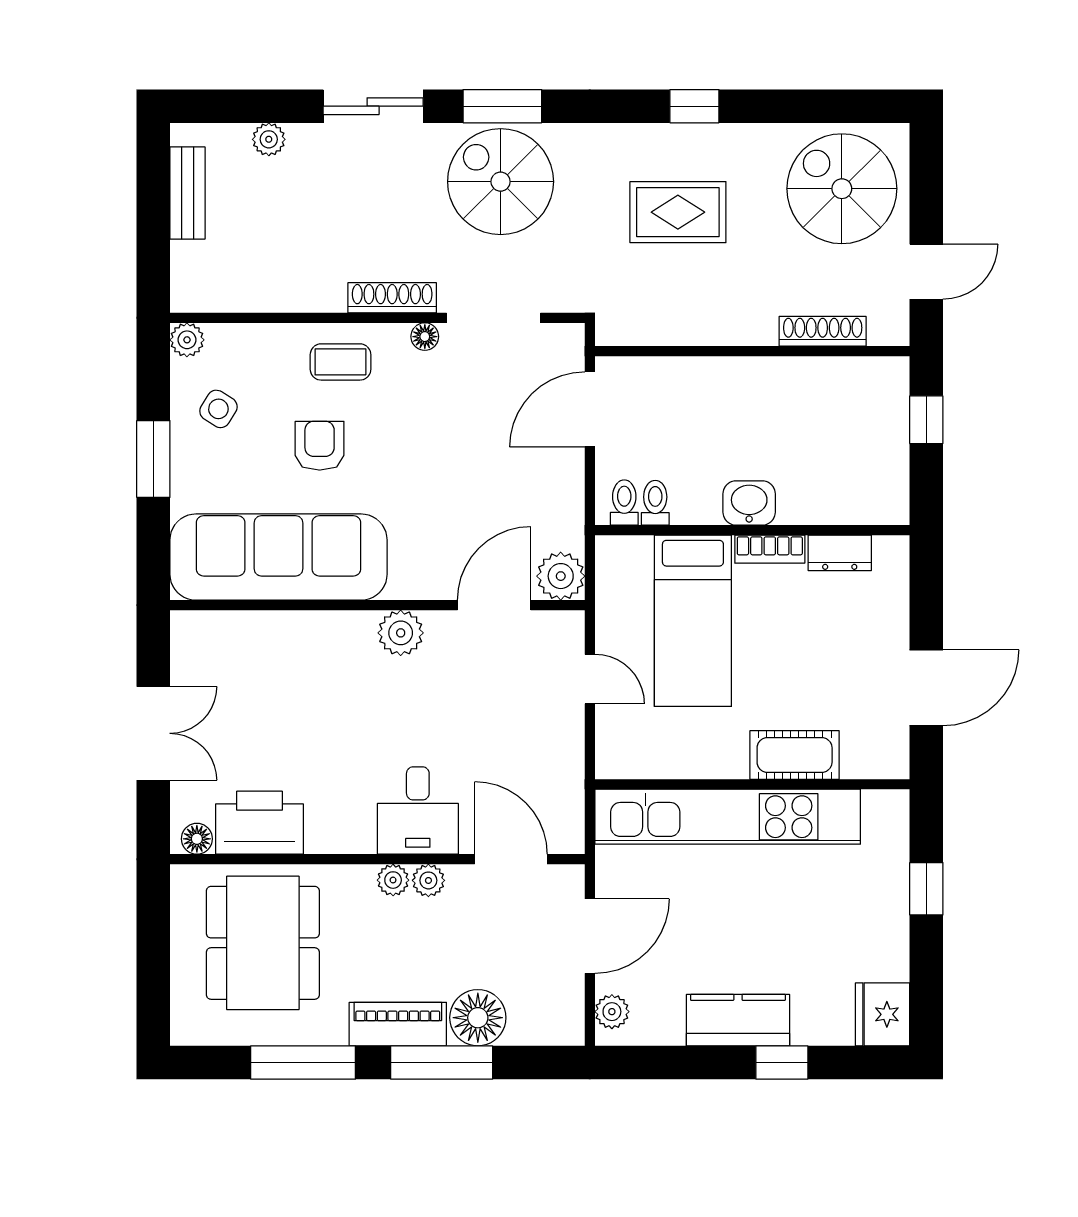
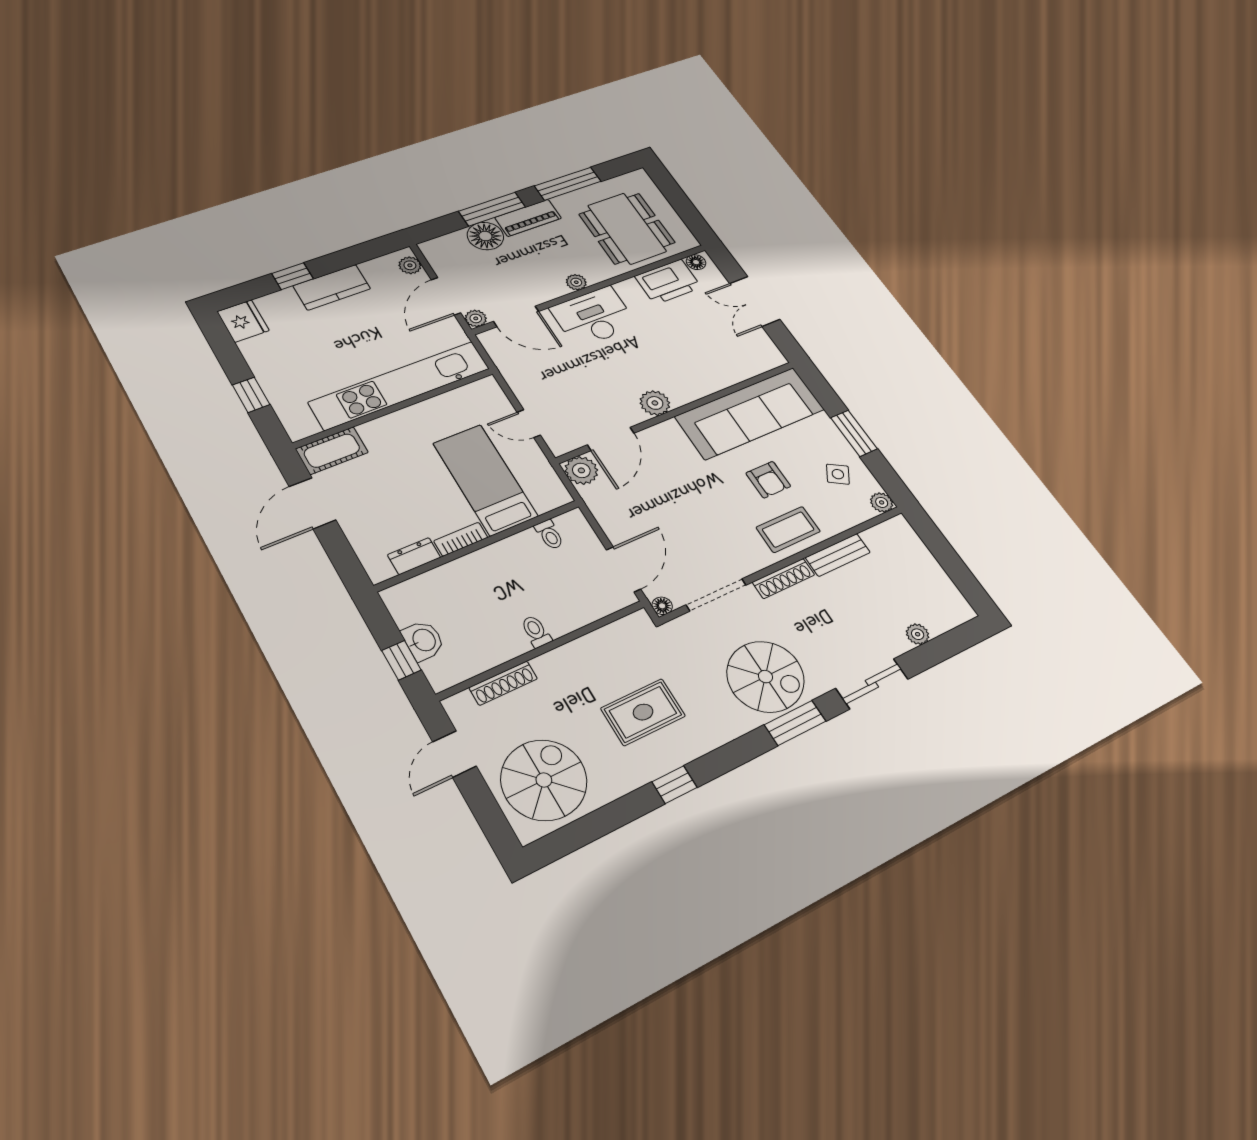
spiral stairs: (842, 189) -> (544, 780), turned -90
bench: (188, 193) -> (838, 555), moved, turned 90
floor lamp: (425, 337) -> (662, 606), moved
coffee table: (341, 362) -> (788, 529), width x1.36, depth x1.30
toilet: (624, 503) -> (536, 631), moved, turned 180
washbasin: (749, 503) -> (423, 640), moved, turned -90
cot: (795, 755) -> (332, 451), moved
desk: (418, 810) -> (594, 317), width x1.37
plant: (428, 880) -> (476, 318), moved

